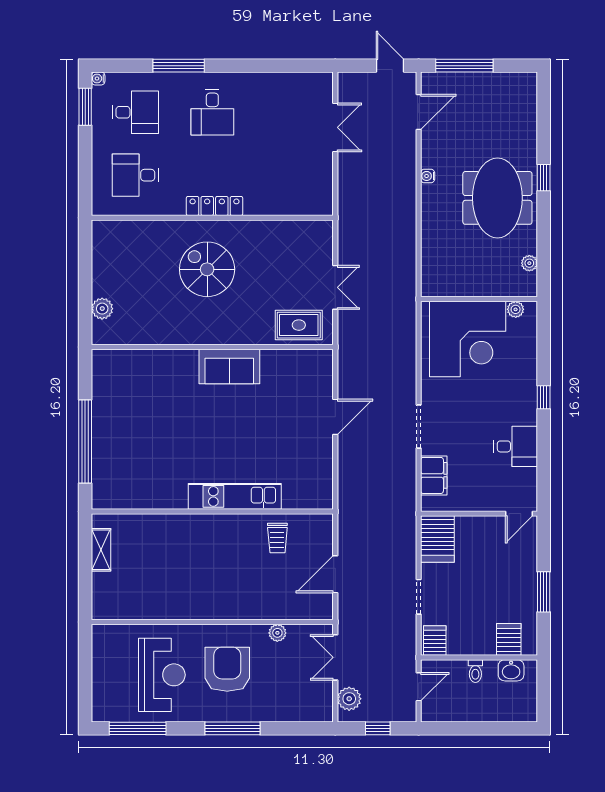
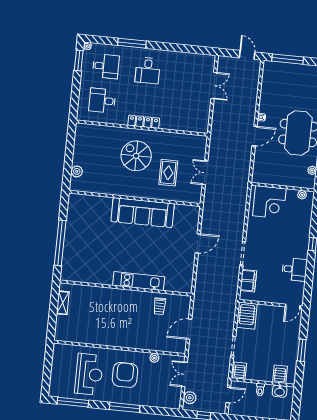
door: (419, 112) -> (255, 136), moved
double door: (335, 287) -> (205, 173), swing flipped
rug: (299, 325) -> (168, 173), moved, turned 90
corner desk: (468, 339) -> (269, 202), width x0.74, depth x0.74
sofa: (229, 366) -> (143, 213), width x1.85, depth x1.27

